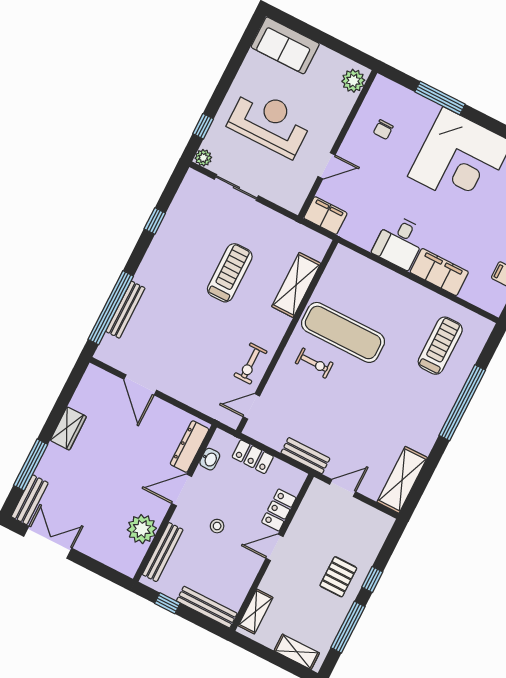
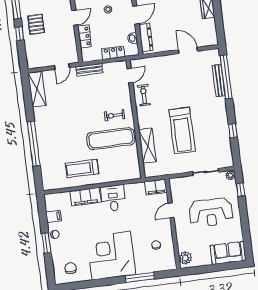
treadmill: (230, 273) -> (182, 130), width x1.37, depth x1.38
treadmill: (440, 346) -> (82, 169), moved, turned 90

